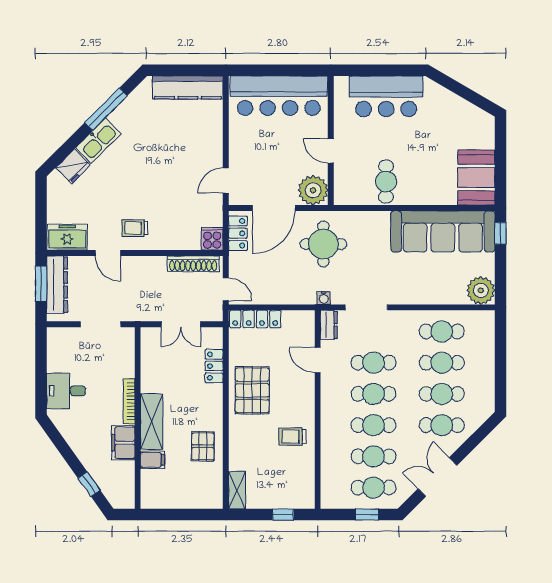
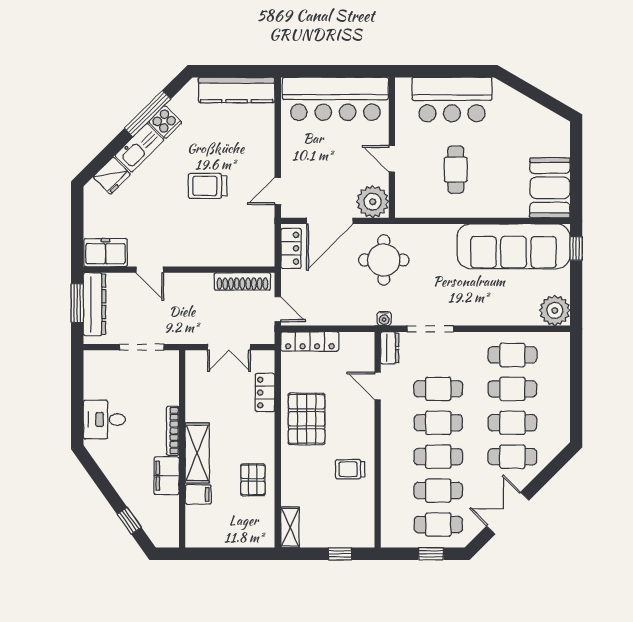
cafe table: (386, 182) -> (456, 170), moved
trolley: (135, 228) -> (208, 186), moved, width x1.36, depth x1.39
cooker: (212, 239) -> (165, 122), moved, turned 135

